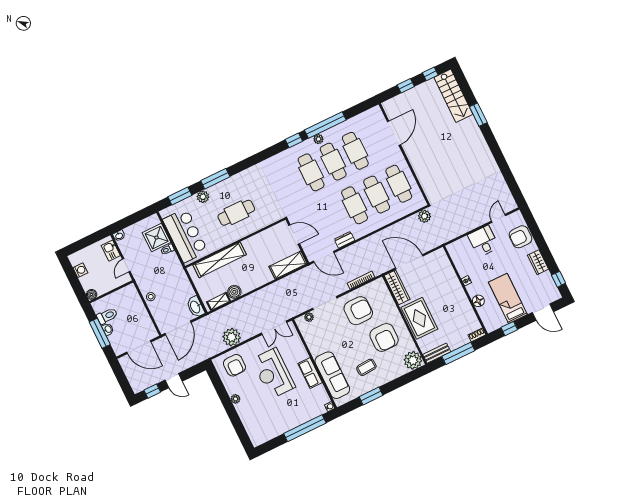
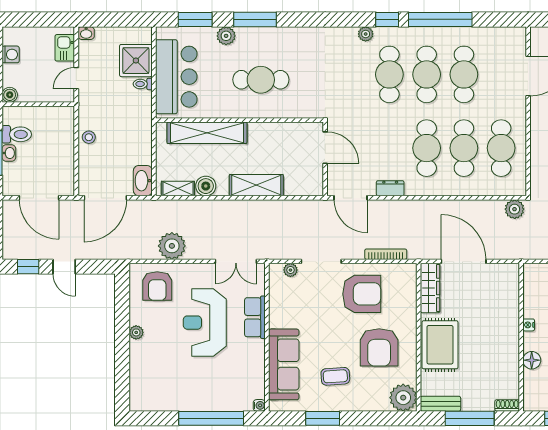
plant: (318, 139) -> (366, 34), moved
shelving: (288, 265) -> (256, 185), moved
row of seats: (310, 373) -> (255, 317), moved

